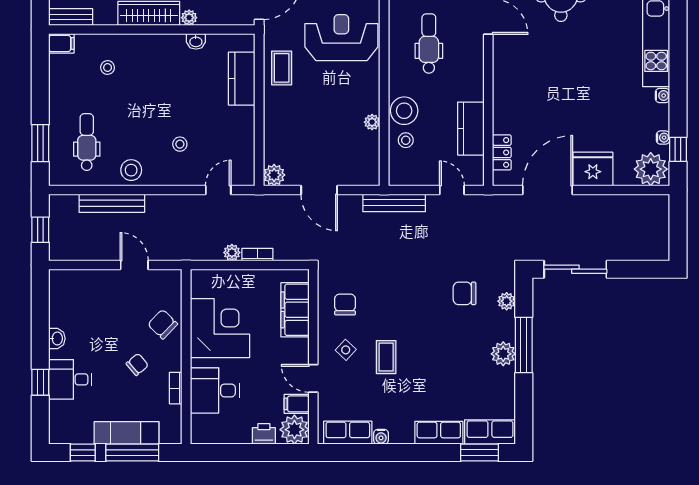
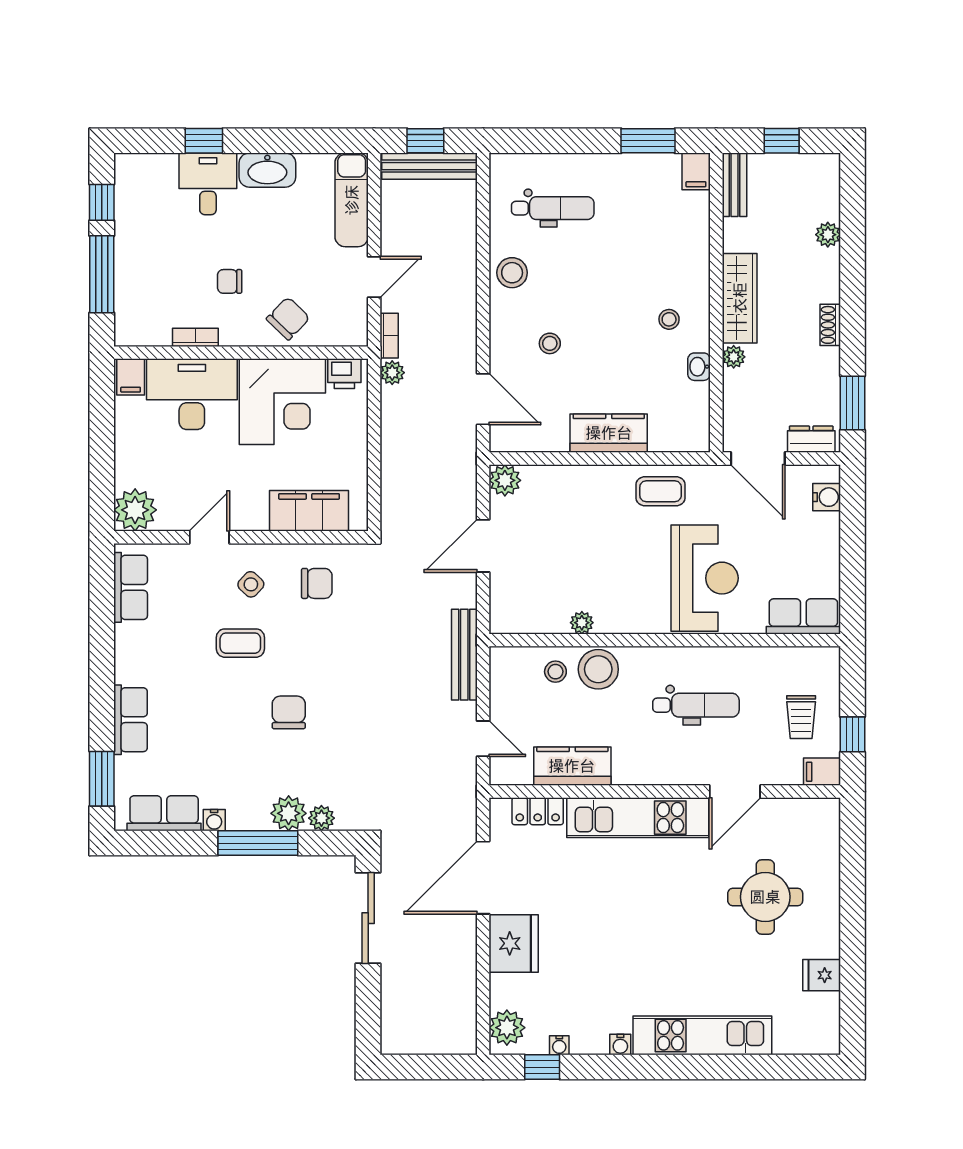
stool: (108, 68) -> (669, 319), moved
kitchen counter: (242, 79) -> (609, 433), moved
kitchen unit: (506, 84) -> (638, 818), added
window: (40, 143) -> (648, 141), moved
plant: (651, 169) -> (507, 1028), width x0.73, depth x0.73
door: (218, 190) -> (483, 399), width x1.38
door: (452, 190) -> (483, 739), hinge flipped
door: (548, 190) -> (483, 878), swing flipped
bench: (112, 203) -> (429, 166), moved, turned 90
plant: (232, 253) -> (392, 373), moved
bookcase: (257, 255) -> (389, 336), moved
chair: (465, 293) -> (289, 712), moved
washbasin: (57, 338) -> (267, 170), width x1.91, depth x1.45
plant: (503, 354) -> (289, 813), moved
chair: (137, 364) -> (230, 281), turned 130
desk: (215, 390) -> (192, 394), width x1.37
filing cabinet: (297, 404) -> (131, 377), moved, turned 180
row of seats: (490, 432) -> (164, 813), moved, turned -90
exam couch: (126, 433) -> (352, 200), moved, turned 180
printer: (264, 434) -> (344, 374), moved, turned 90
water cooler: (381, 437) -> (214, 820), moved, turned -90

